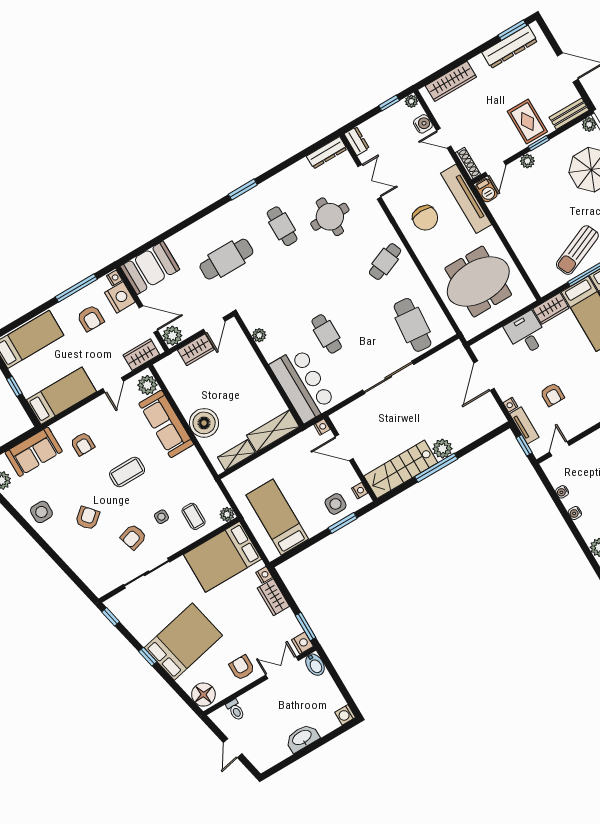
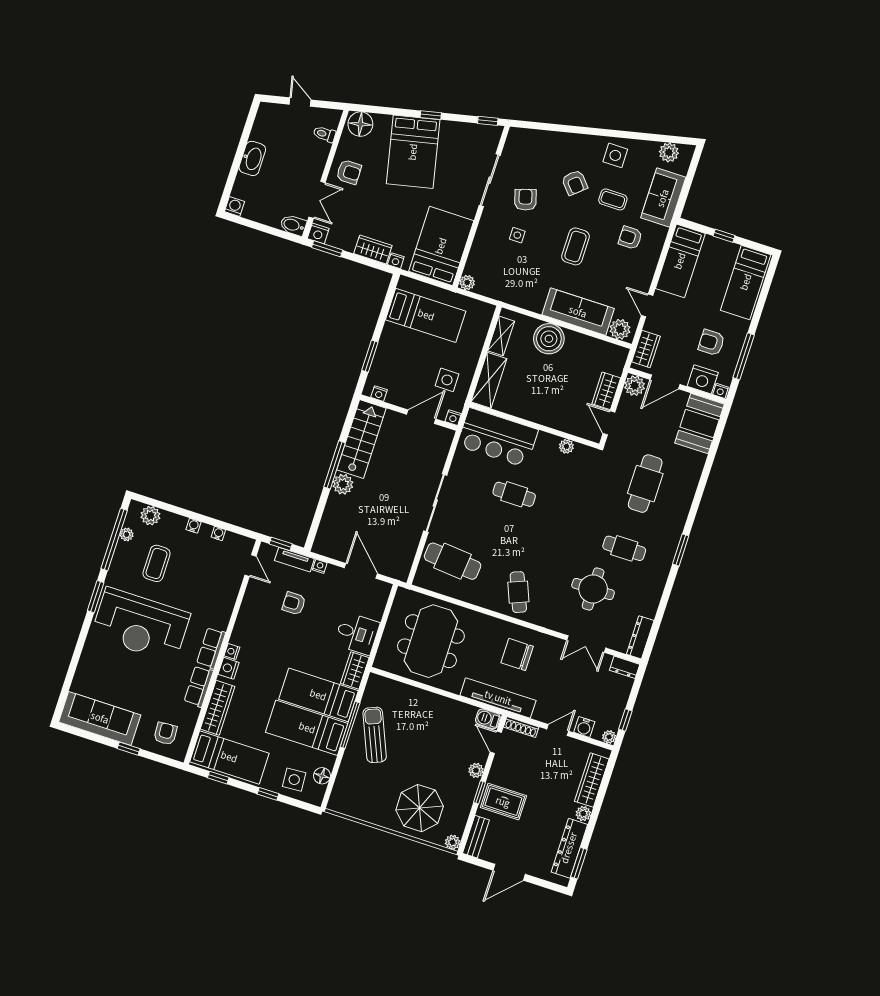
plant: (478, 63) -> (583, 814), added
side table: (335, 504) -> (447, 380), moved
coffee table: (194, 516) -> (613, 199), moved

